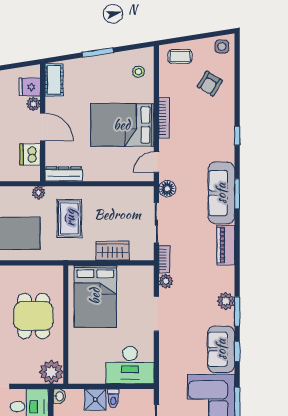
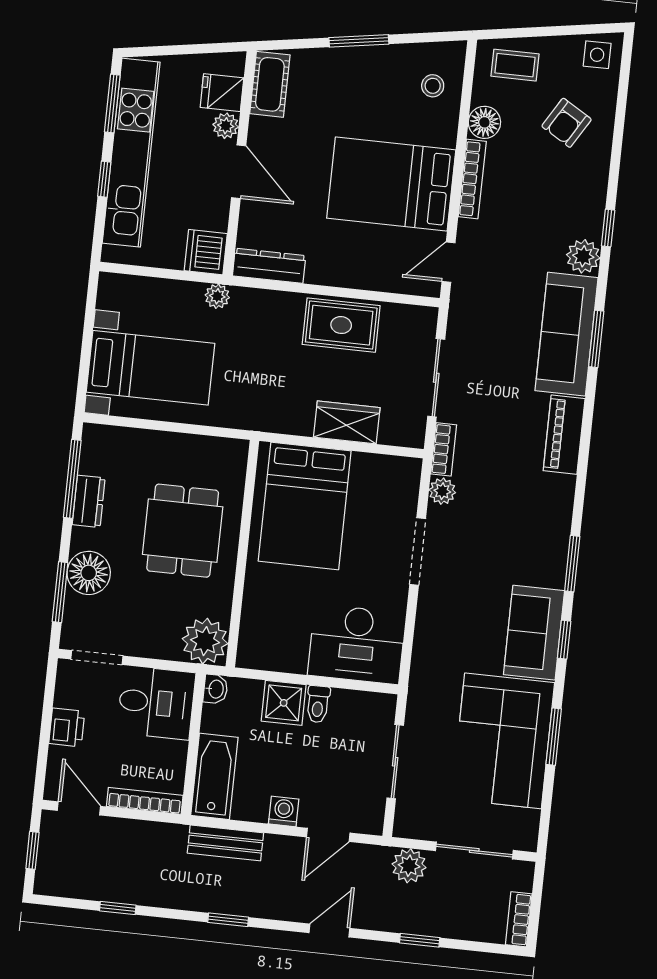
dishwasher: (30, 154) -> (206, 252), moved
floor lamp: (167, 189) -> (484, 122), moved
rug: (70, 218) -> (341, 325), moved, turned 90
plant: (226, 301) -> (583, 256), moved

